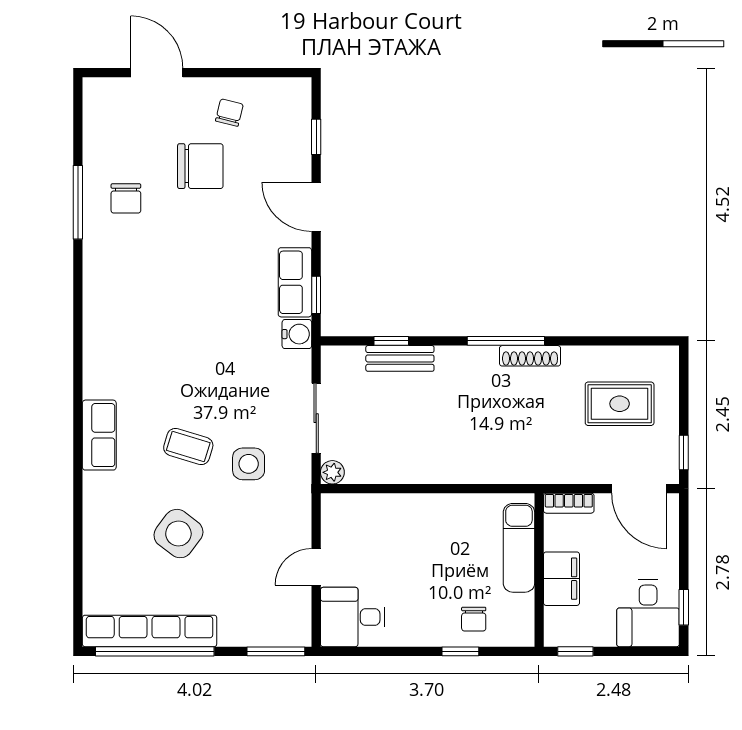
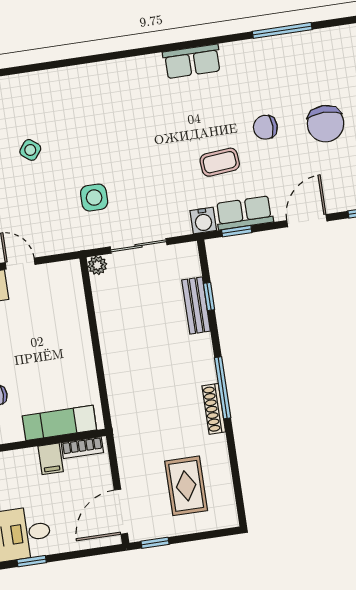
chair: (126, 198) -> (265, 127), moved
row of seats: (99, 435) -> (192, 61), moved
coffee table: (188, 447) -> (220, 162), moved, turned 68
bookcase: (569, 503) -> (82, 448), moved, turned -90
side table: (178, 534) -> (30, 150), width x0.54, depth x0.54
filing cabinet: (562, 579) -> (51, 459), width x0.50

